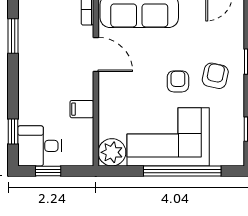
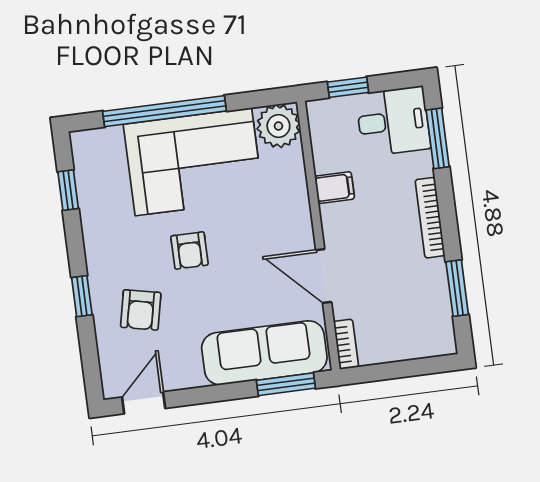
armchair: (215, 76) -> (141, 310), moved
bookcase: (24, 82) -> (430, 218), added
window: (13, 132) -> (438, 138), width x1.50
window: (48, 171) -> (348, 87), moved

